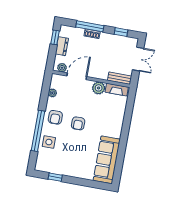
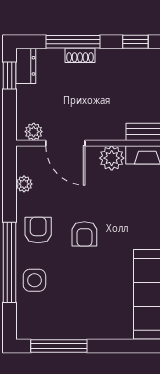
dresser: (62, 46) -> (26, 66), moved
door: (77, 76) -> (65, 143), swing flipped
armchair: (55, 117) -> (38, 230), turned 180
window: (55, 177) -> (59, 346), width x2.17

